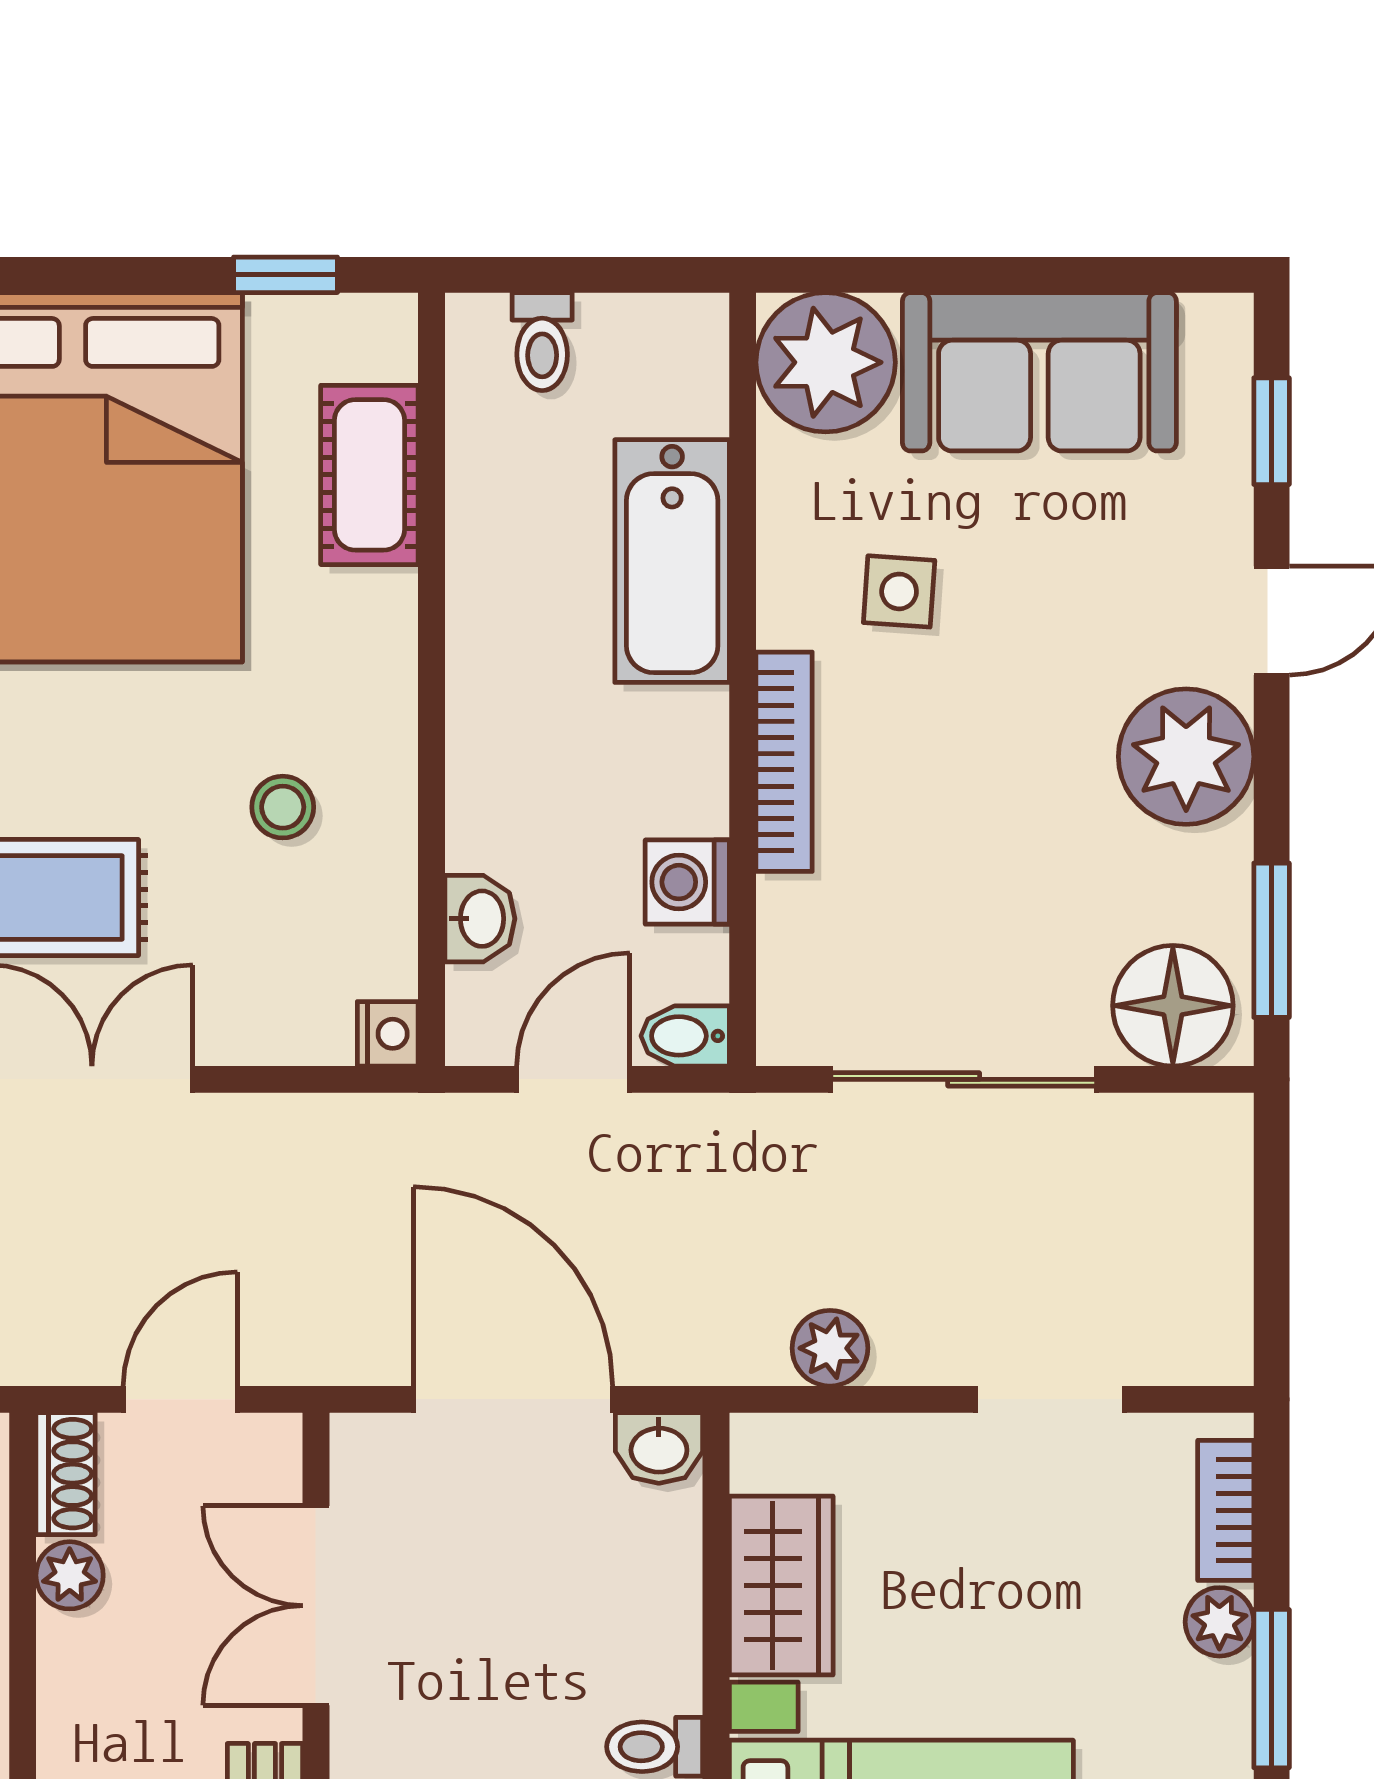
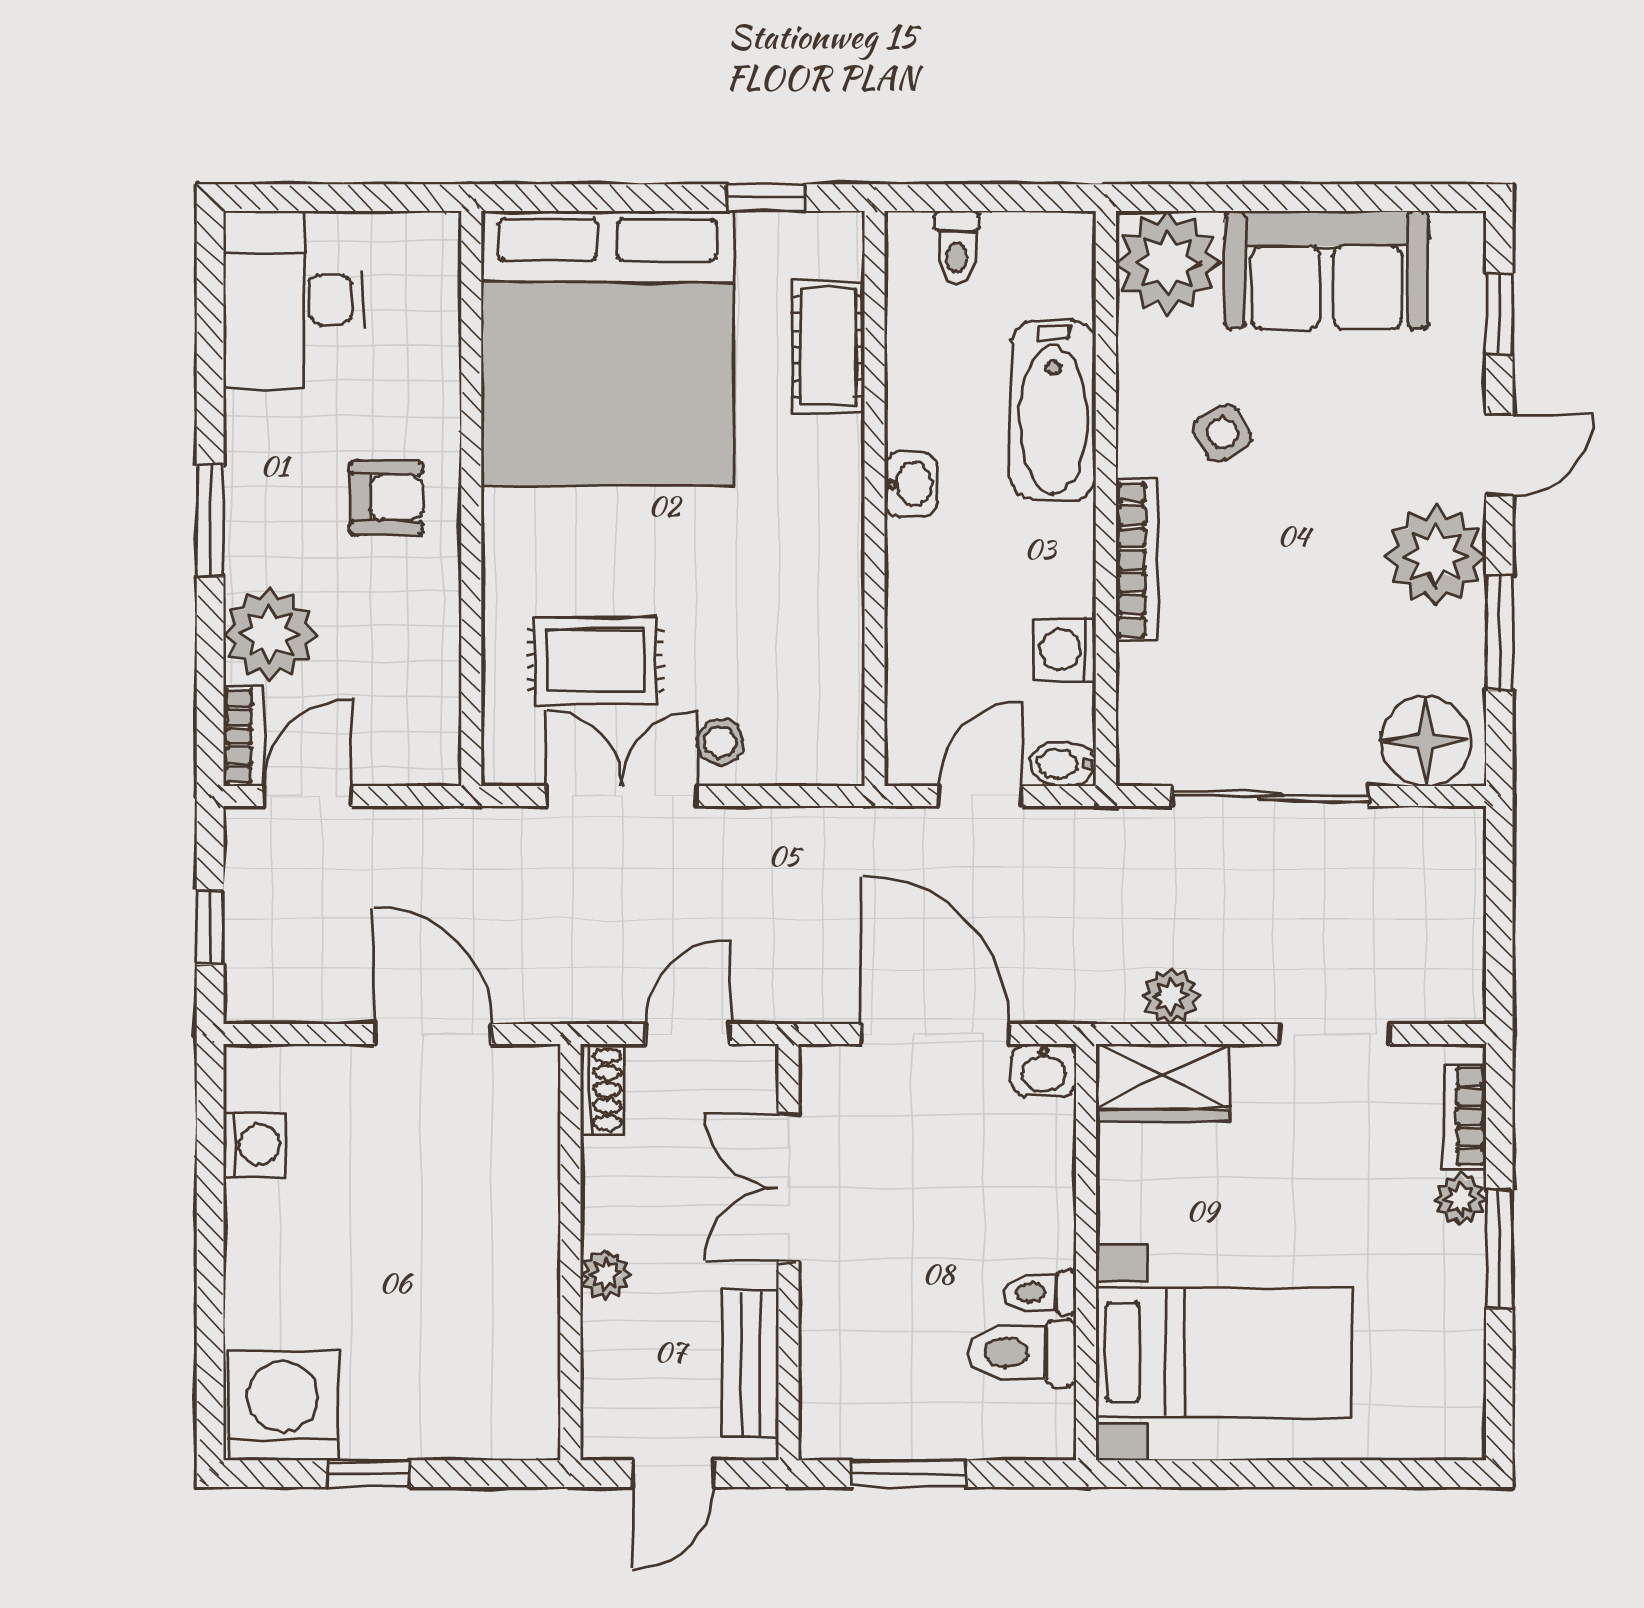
side table: (899, 591) -> (1222, 433), turned -33
stool: (283, 807) -> (720, 742), moved
washbasin: (480, 919) -> (910, 484), moved
window: (1272, 940) -> (1499, 633), moved
nightstand: (388, 1034) -> (842, 762), removed
plant: (70, 1575) -> (605, 1275), moved
wardrobe: (781, 1586) -> (1163, 1082), moved, turned 90

